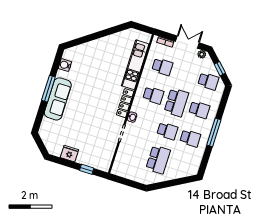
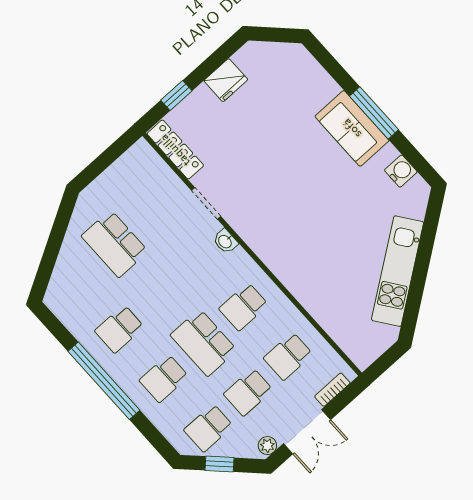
kitchen unit: (135, 65) -> (398, 271), moved, turned -126
sofa: (58, 99) -> (352, 128), width x0.73
locker: (125, 103) -> (175, 150), moved
school desk: (167, 131) -> (248, 392), moved
window: (214, 132) -> (104, 381), width x1.46

